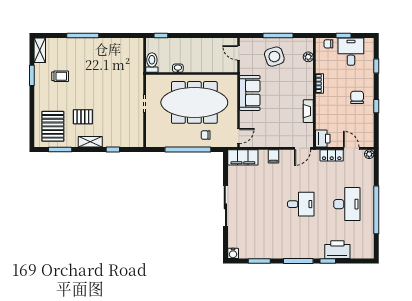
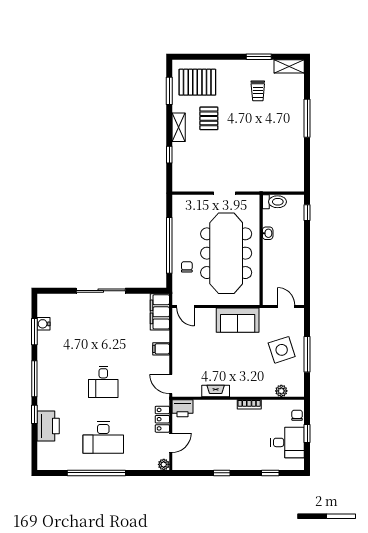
door: (238, 53) -> (286, 306), hinge flipped
chair: (357, 97) -> (232, 450), removed
water cooler: (233, 253) -> (44, 324), moved

